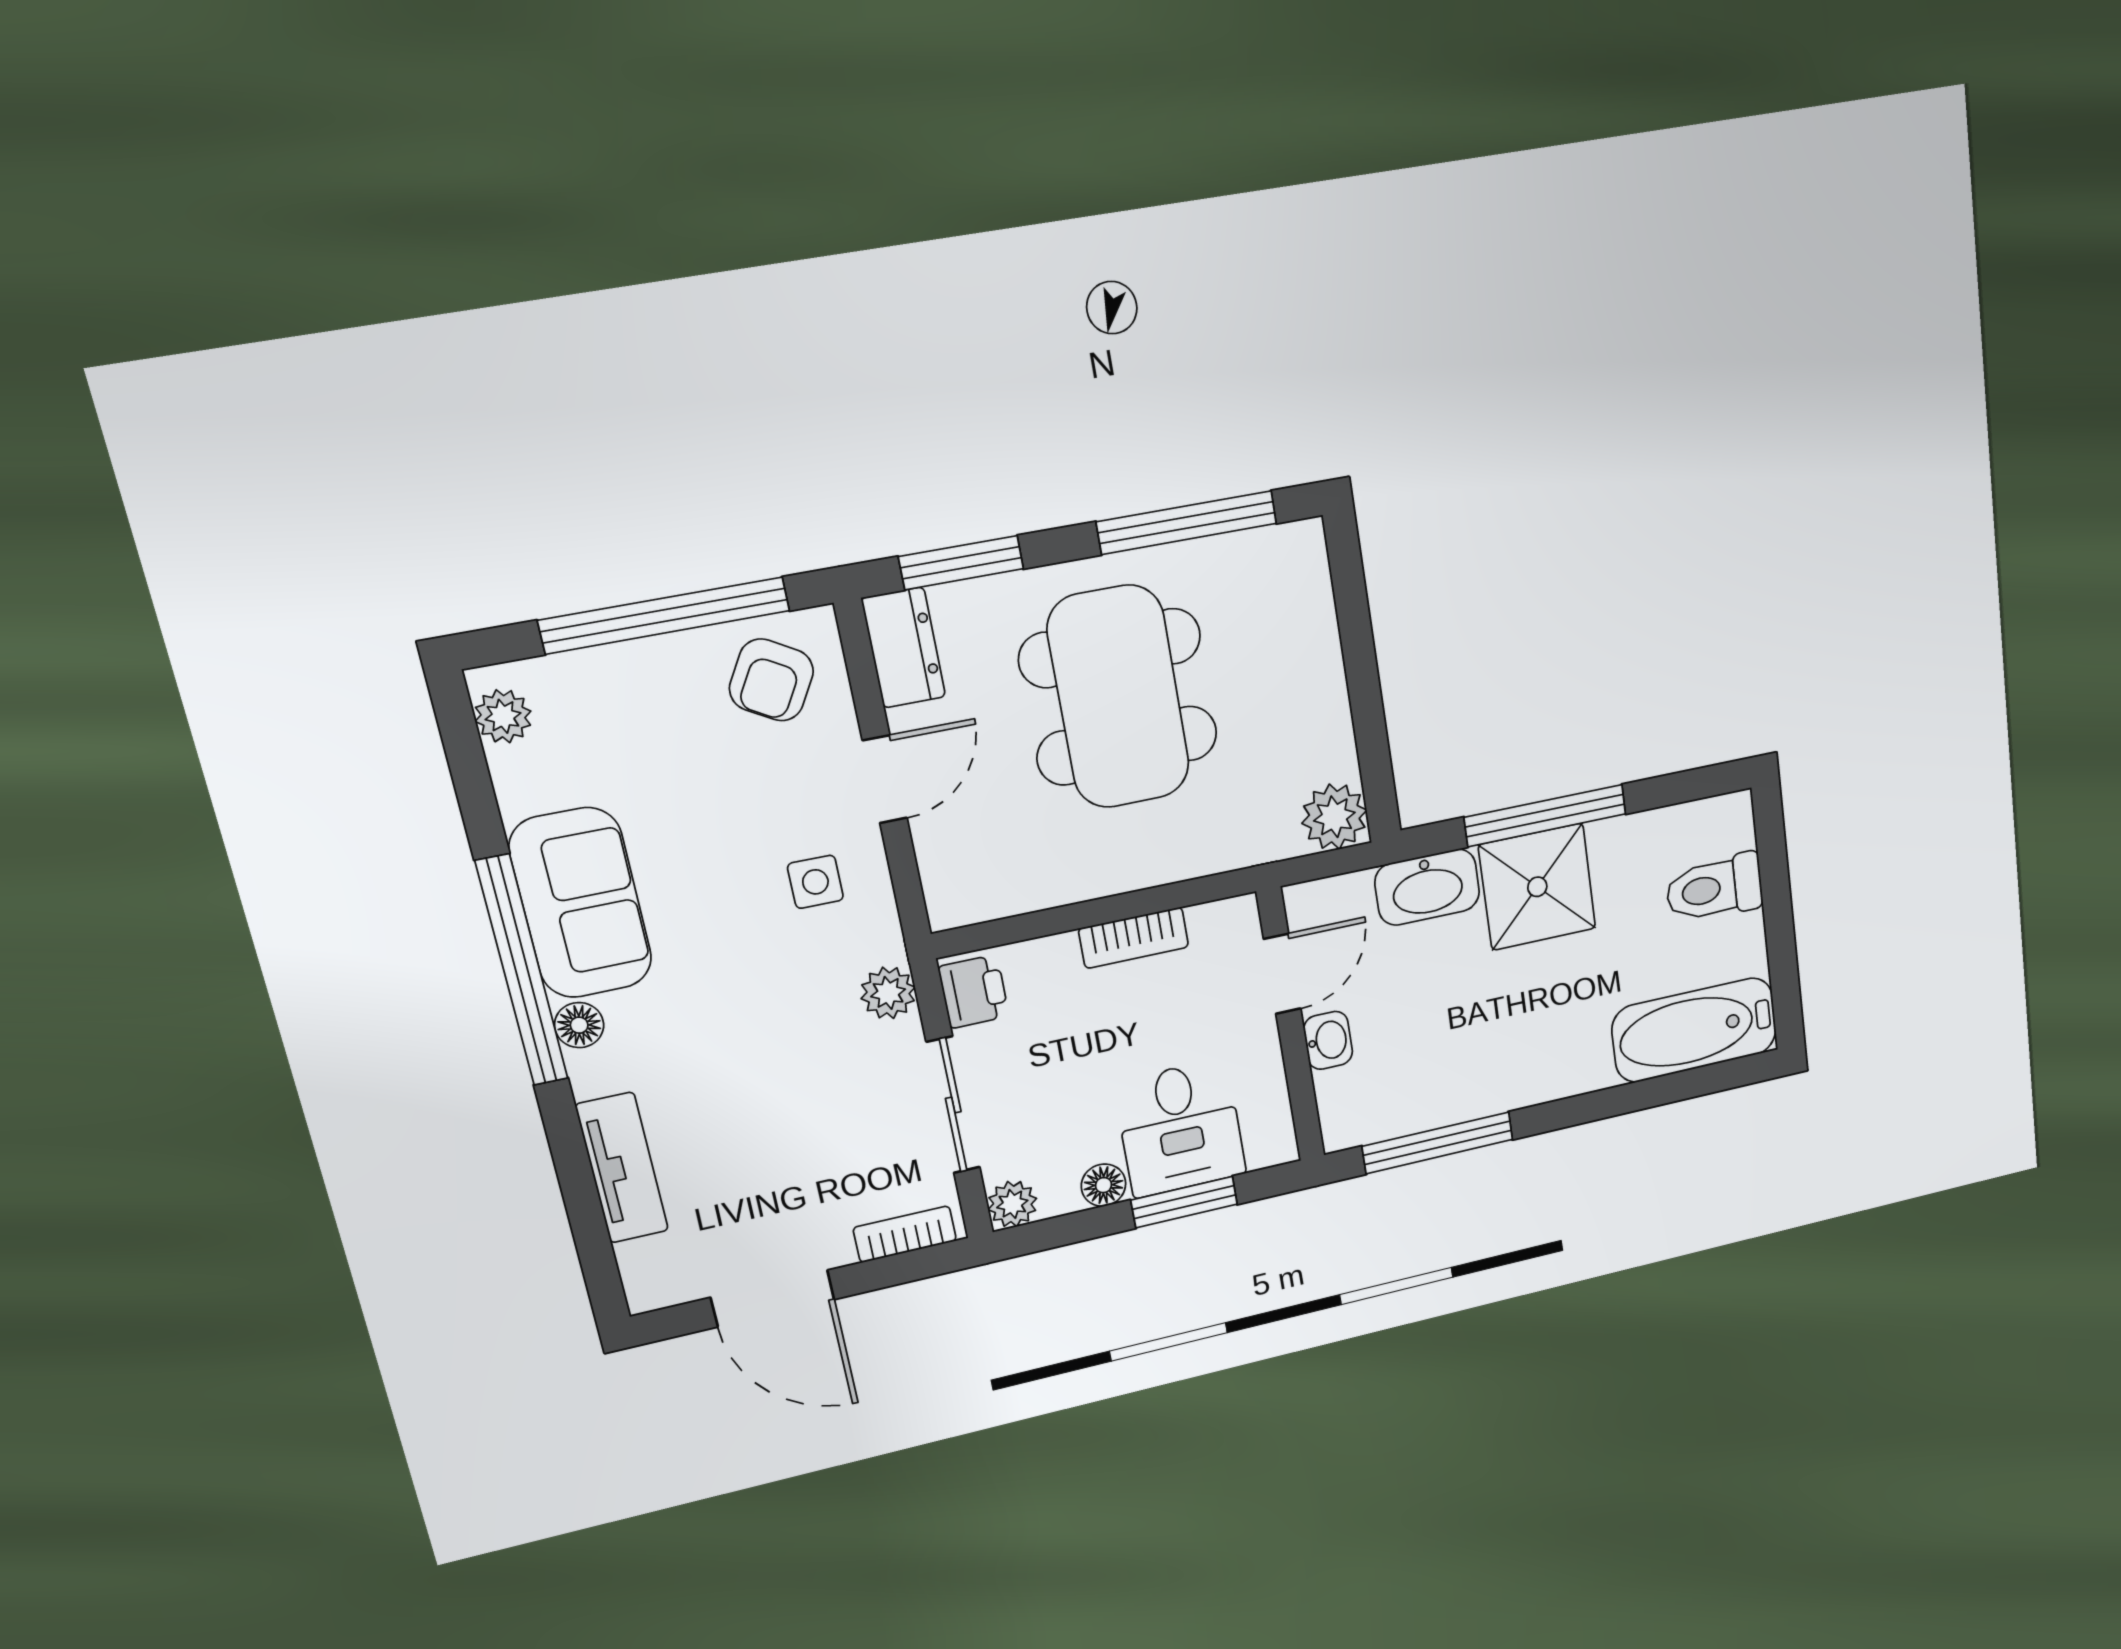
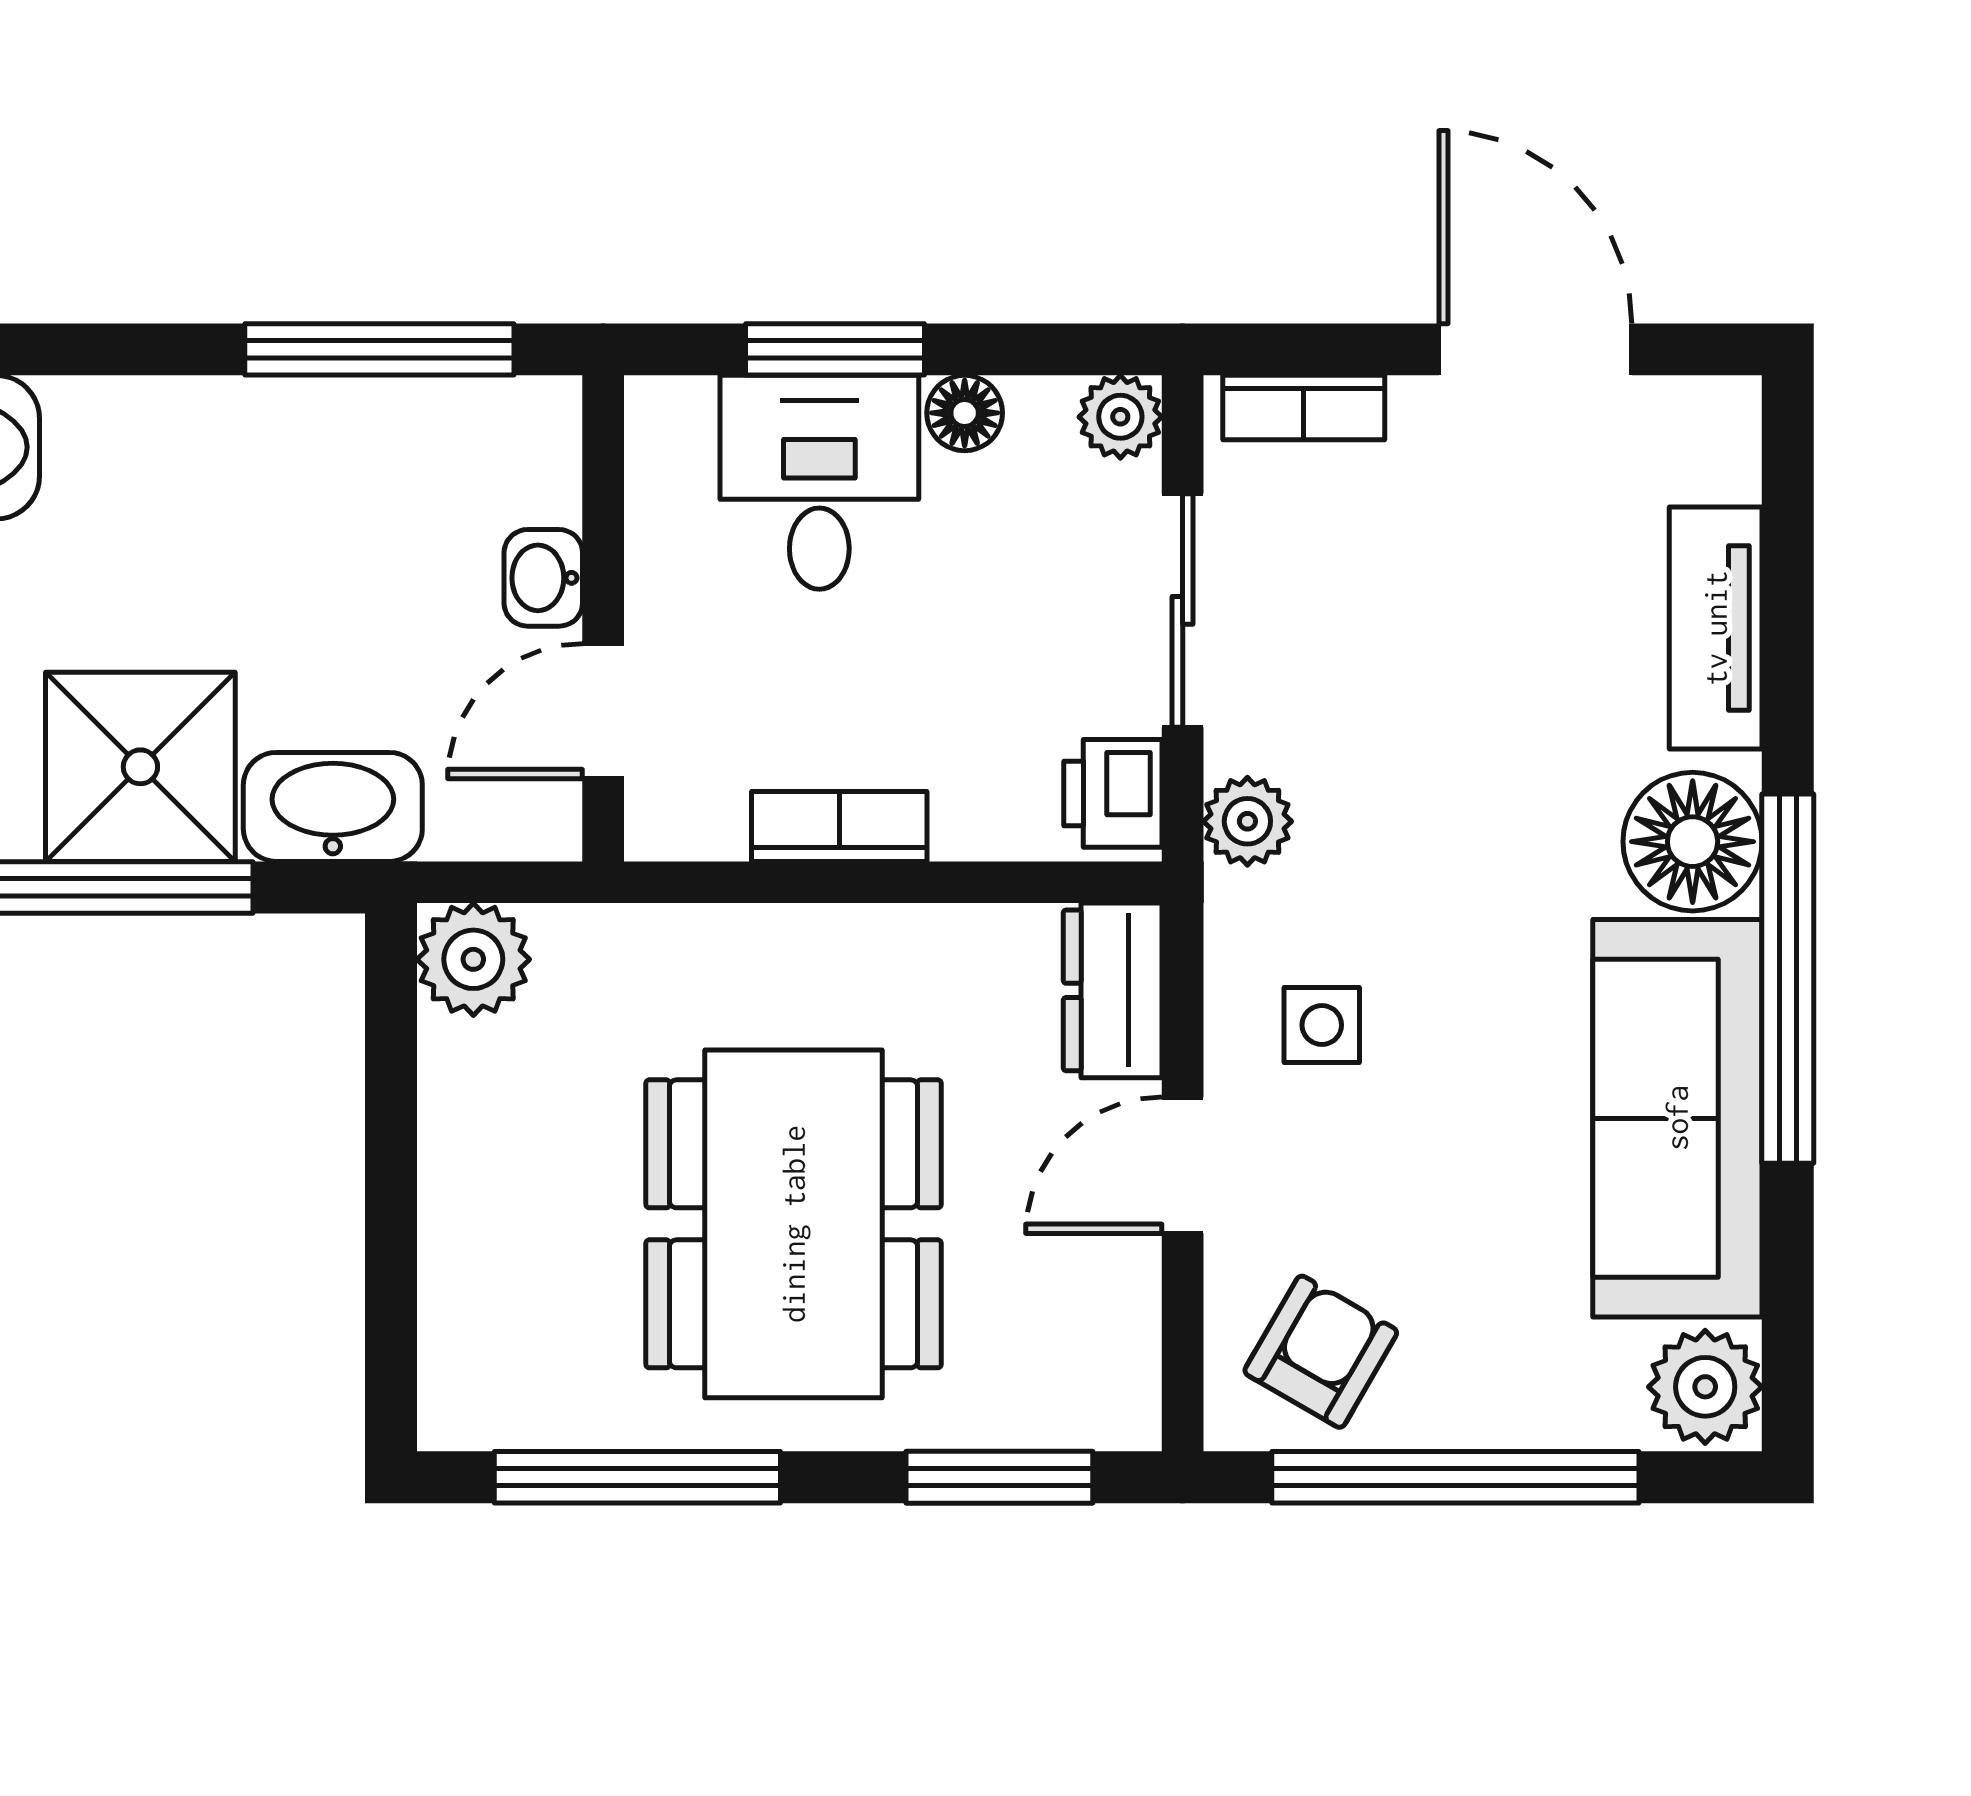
dresser: (904, 648) -> (1113, 990), moved
plant: (503, 716) -> (1705, 1387), width x1.38, depth x1.38
sofa: (581, 903) -> (1677, 1118), width x1.36
floor lamp: (579, 1025) -> (1693, 842), width x1.89, depth x1.89

